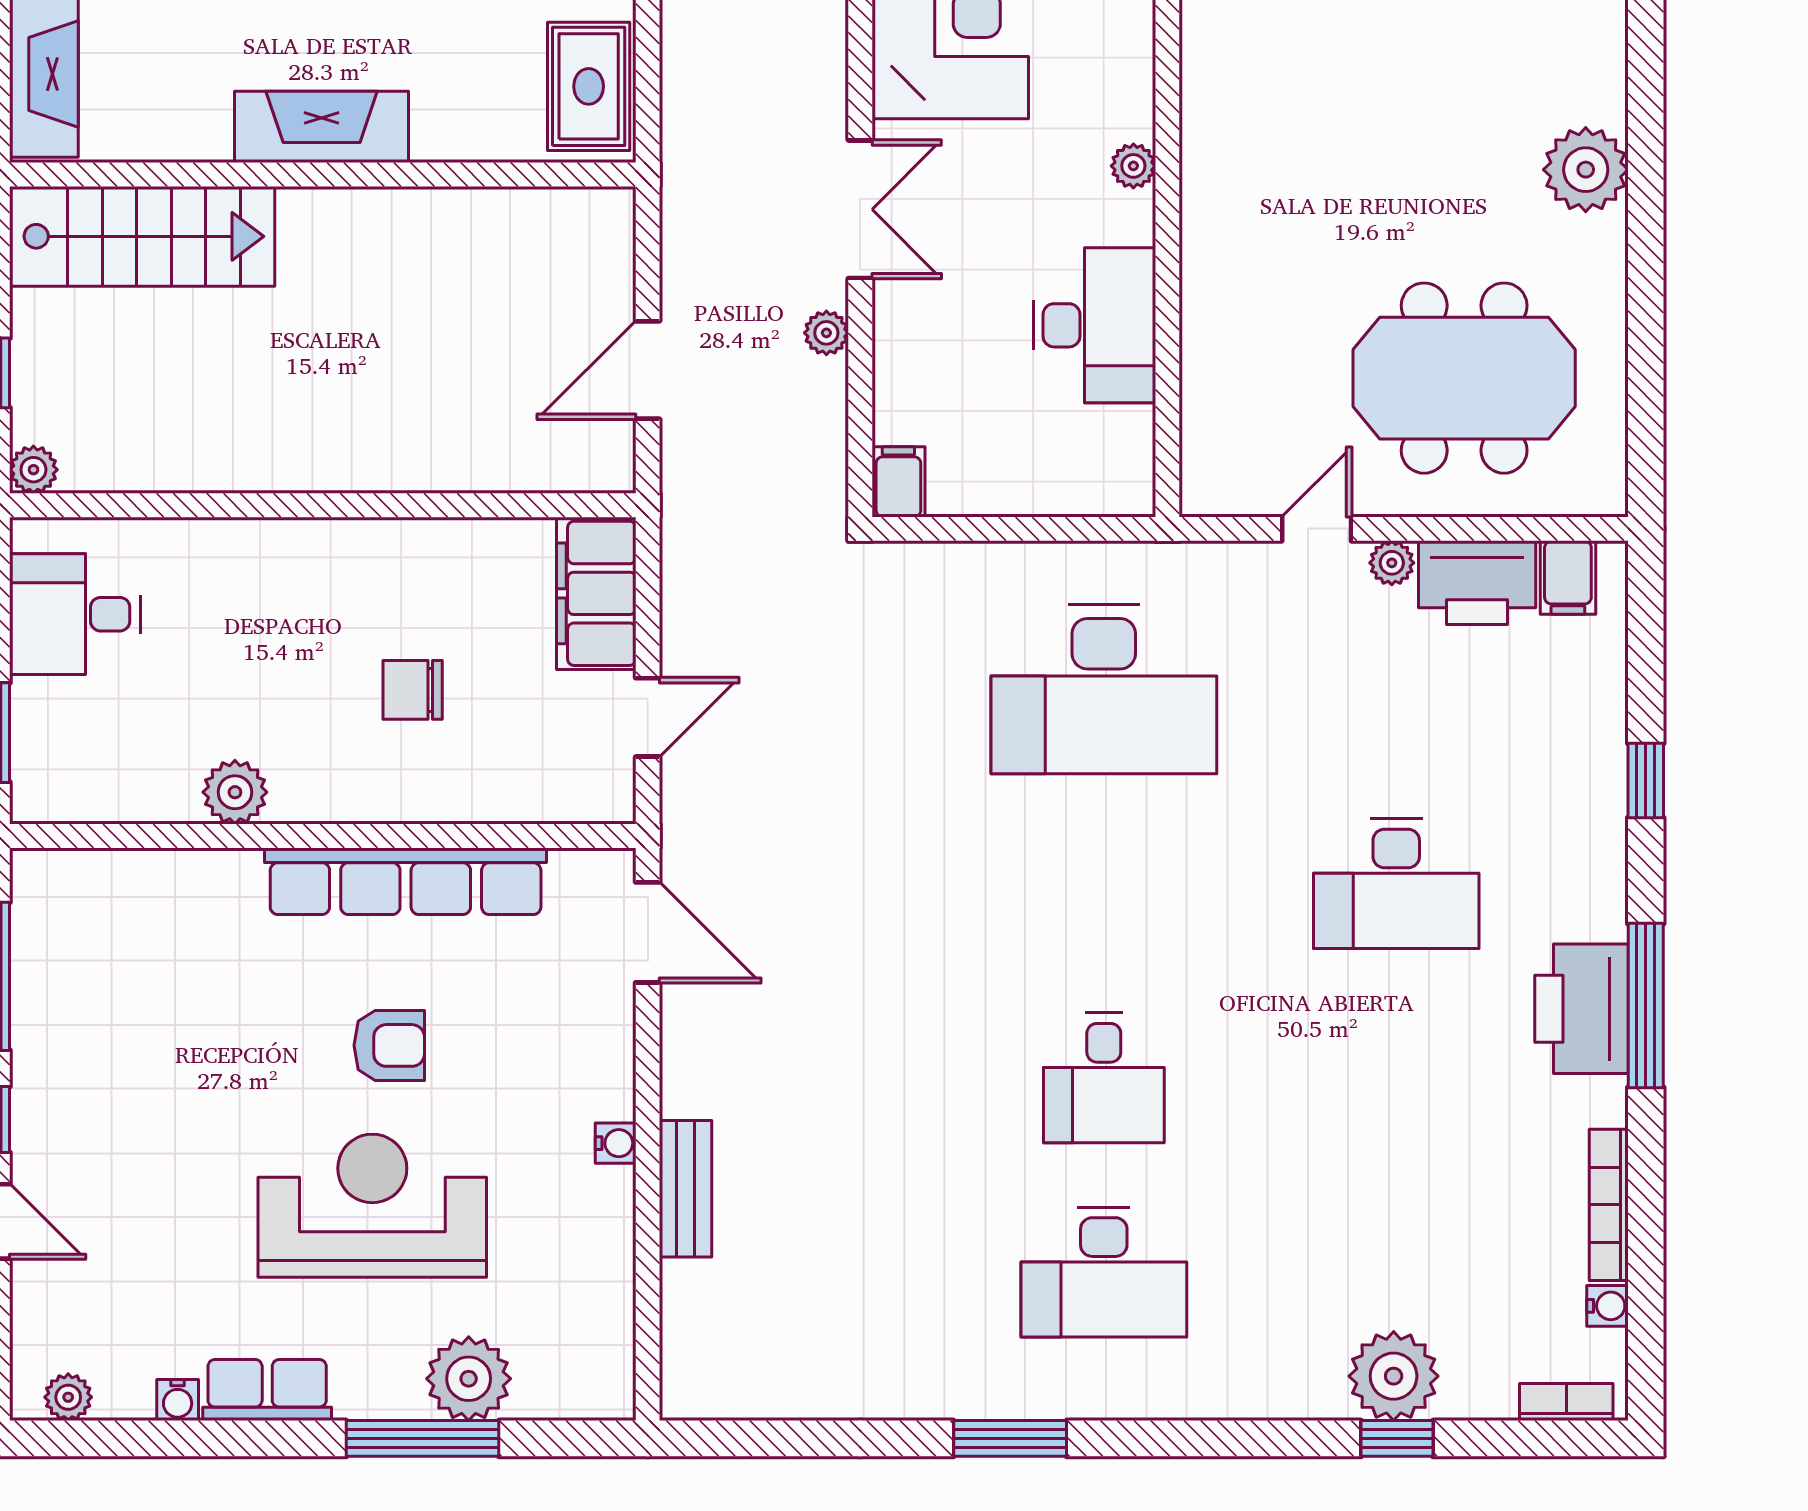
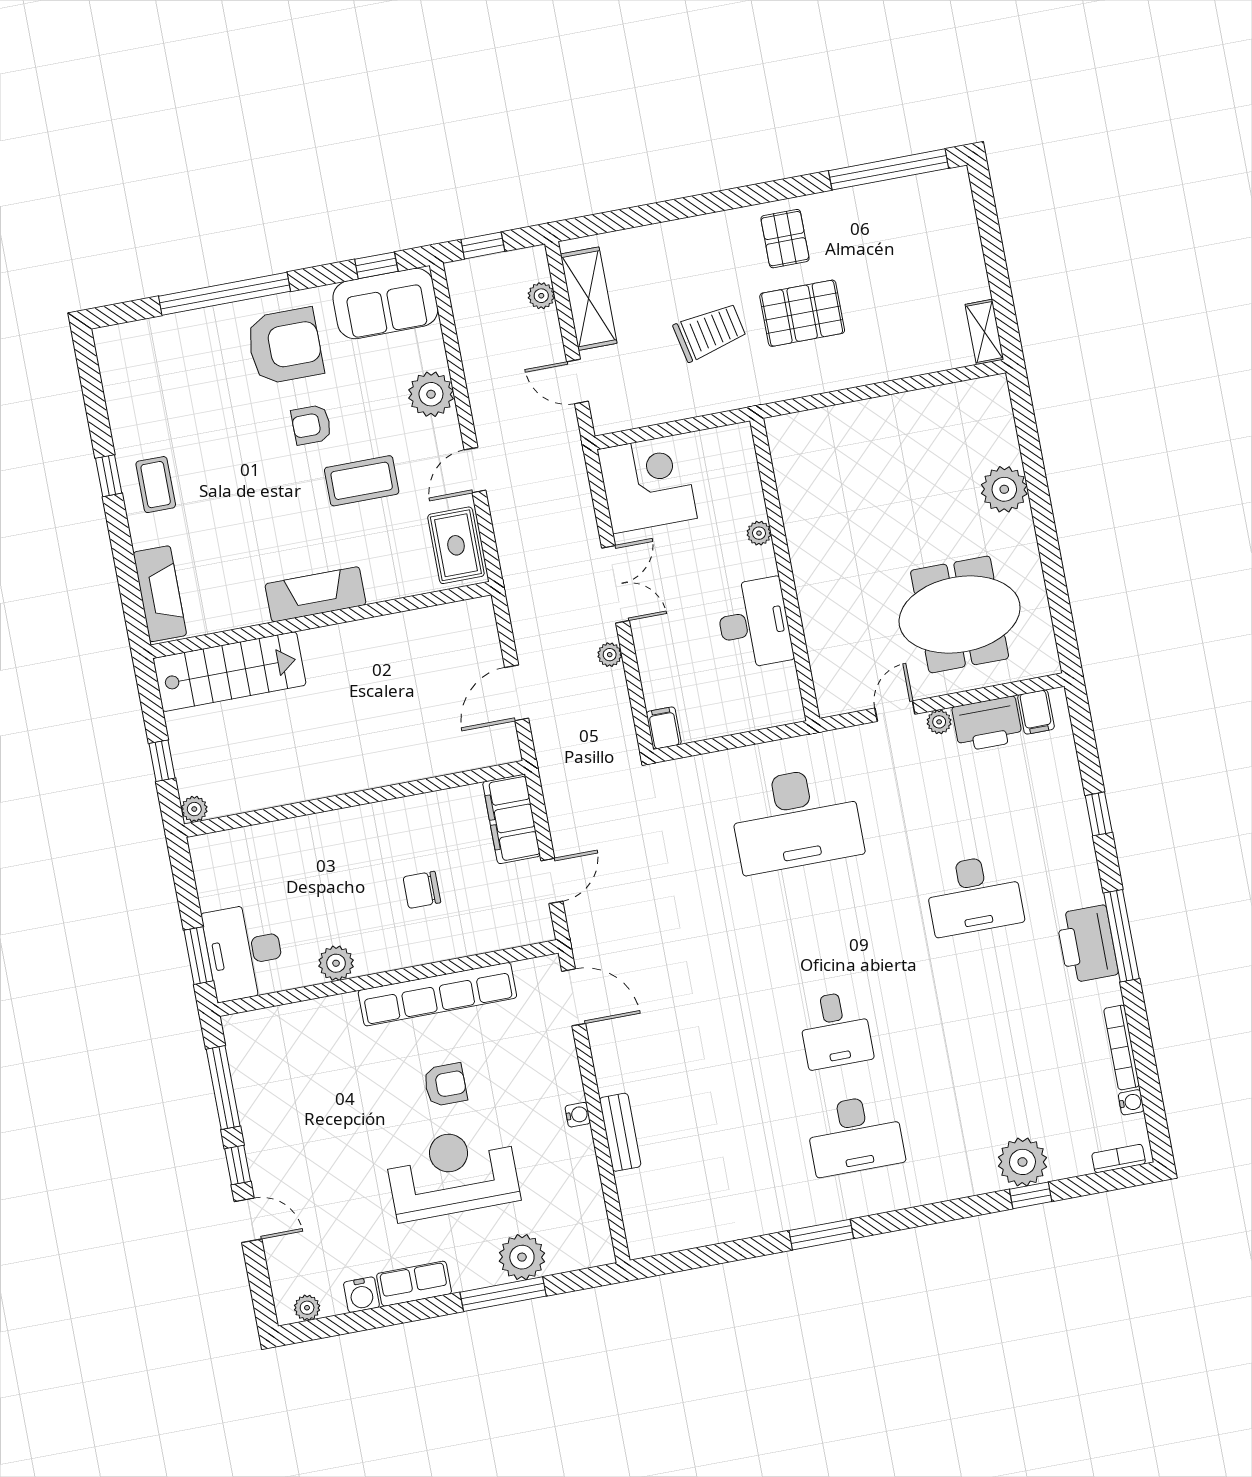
desk: (75, 614) -> (244, 952), moved, width x1.37
water cooler: (178, 1400) -> (361, 1295), width x1.38, depth x1.38

